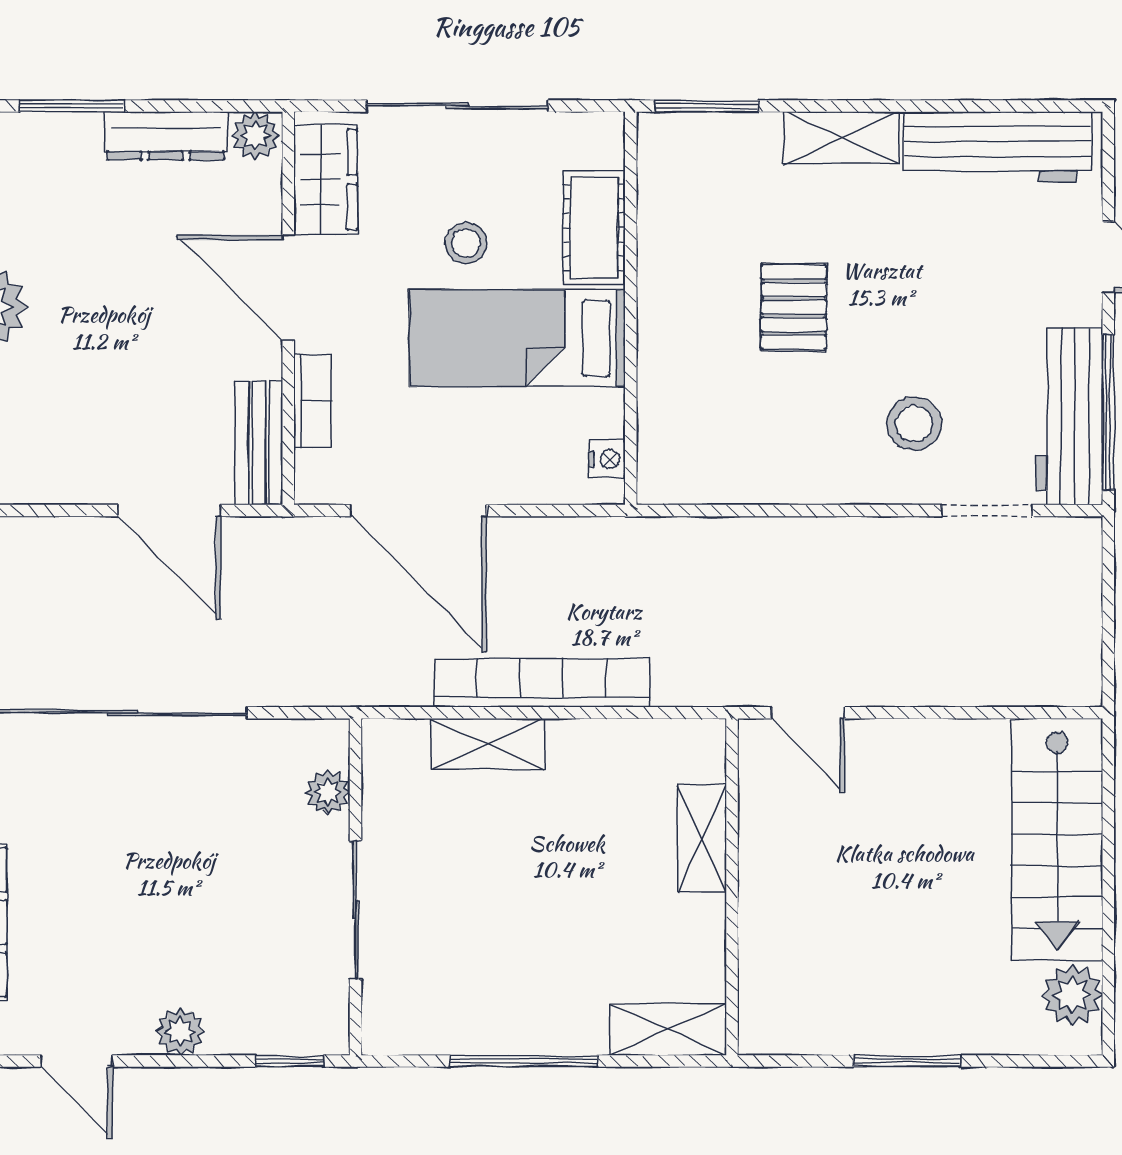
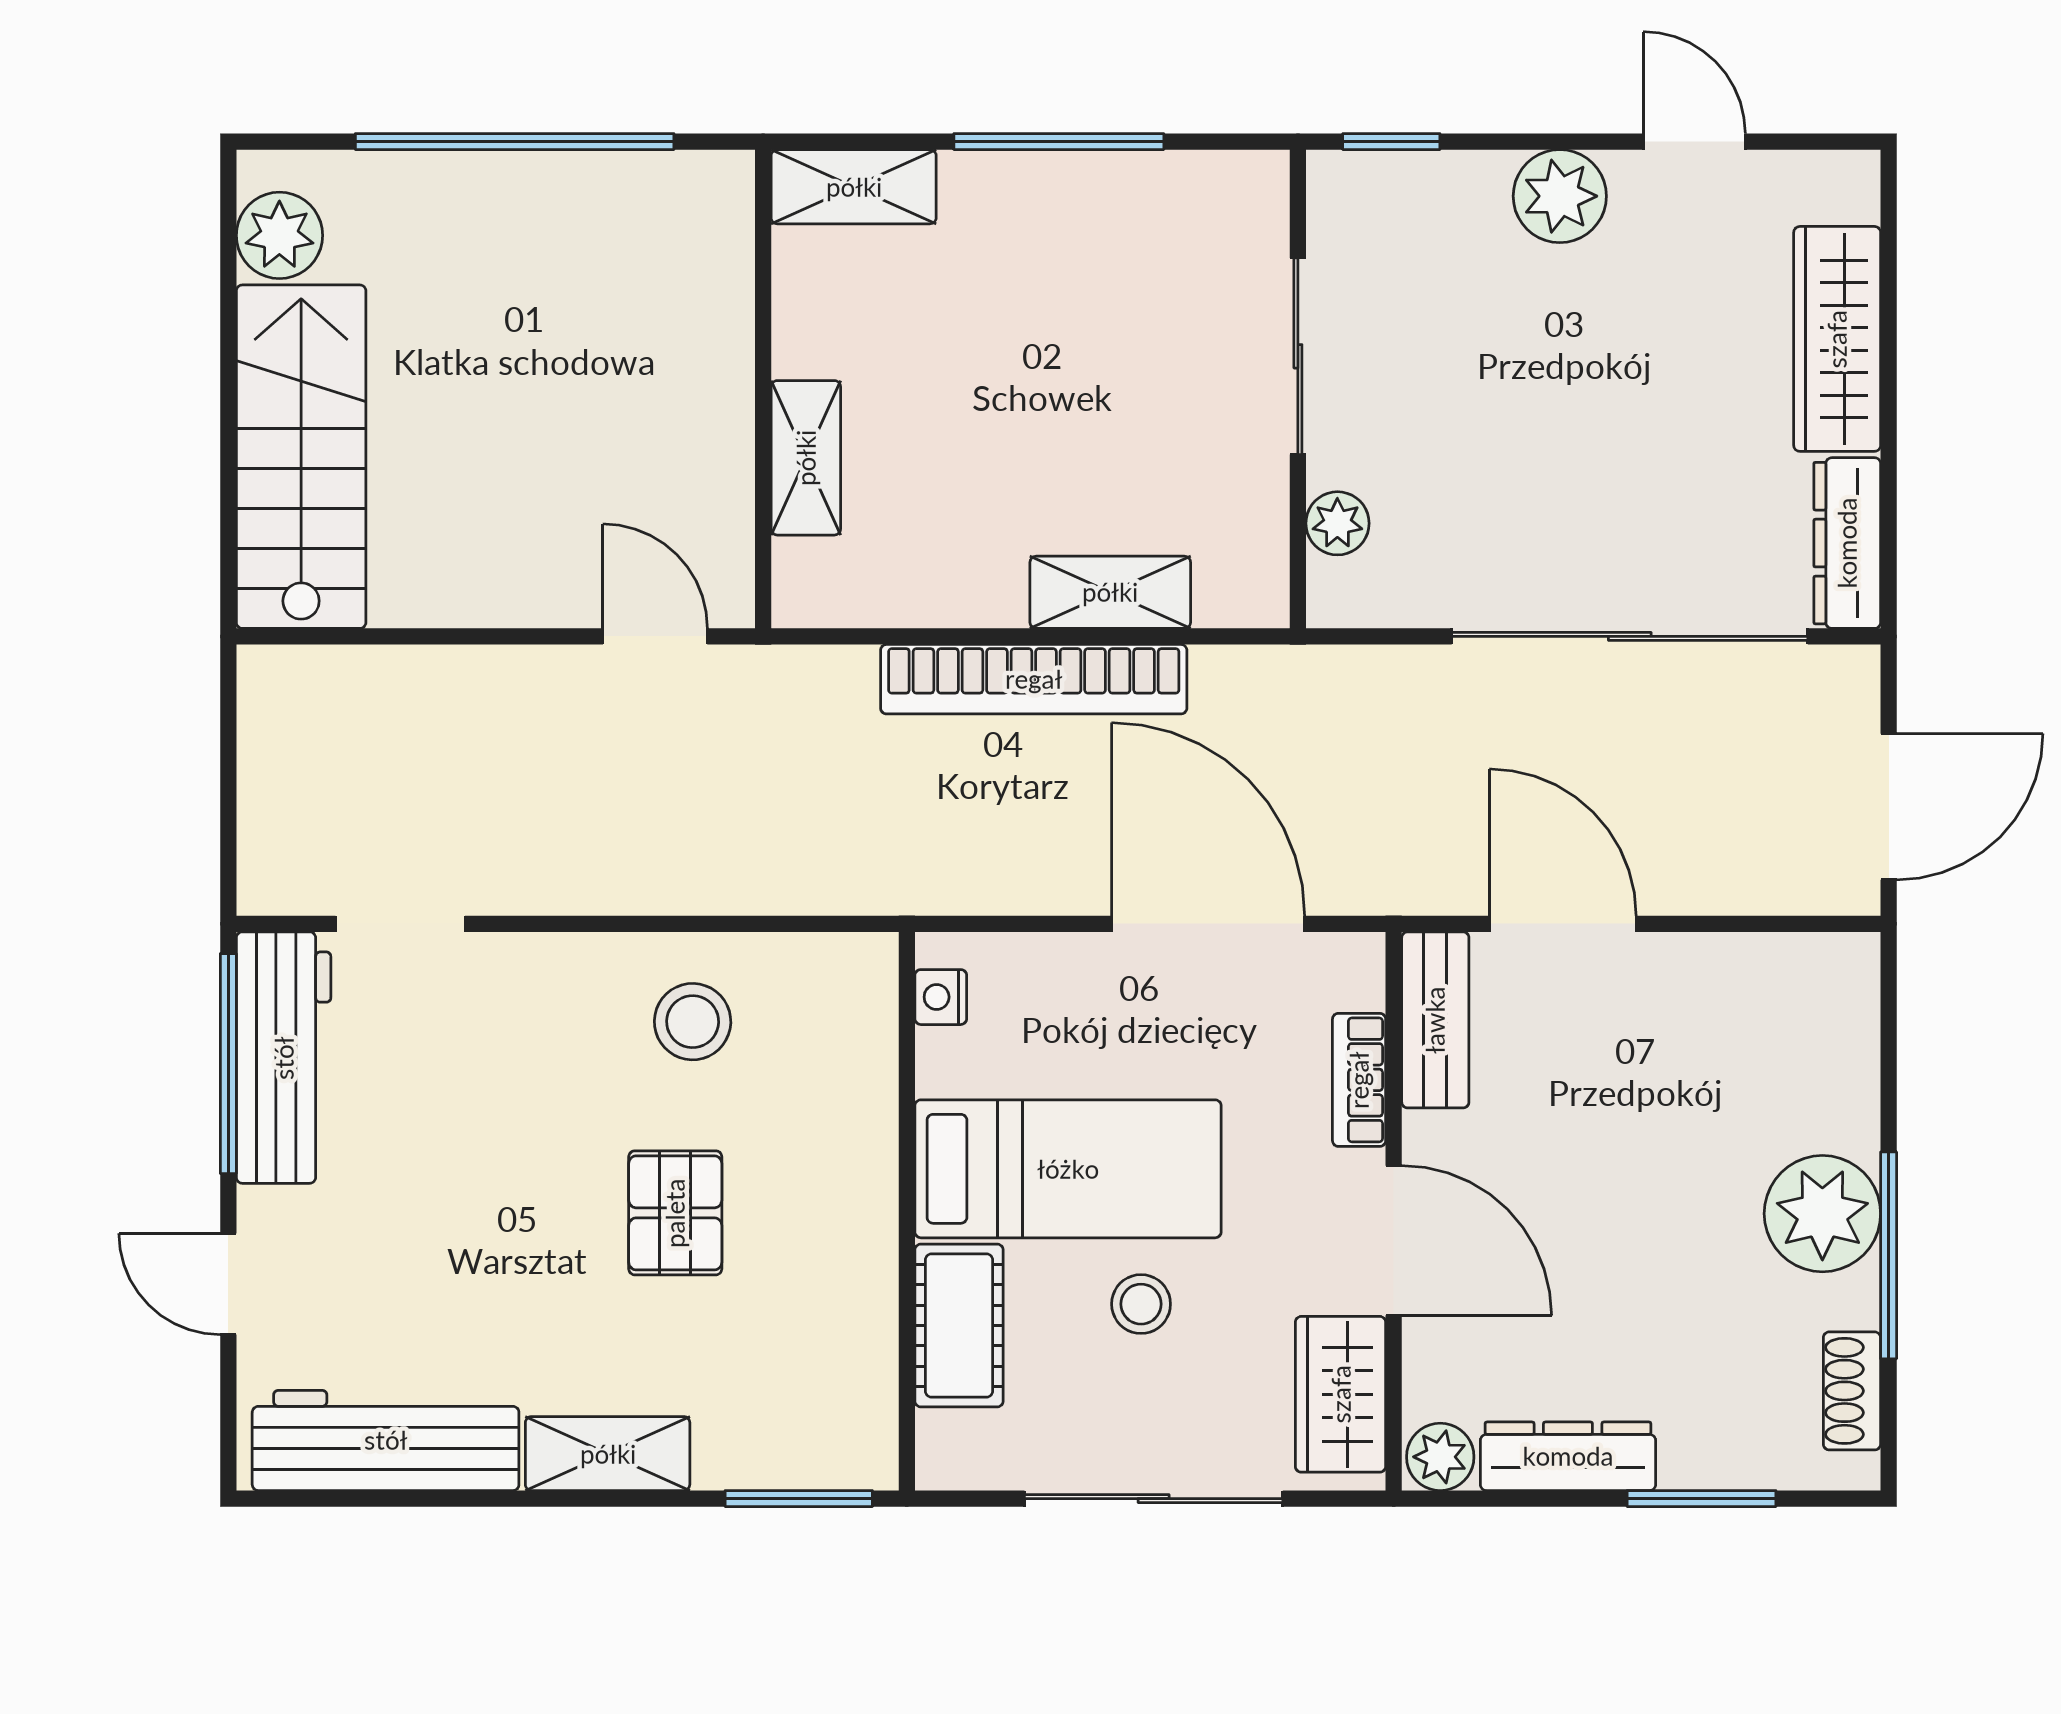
stool: (914, 423) -> (693, 1022), moved
plant: (180, 1032) -> (1560, 196), width x1.38, depth x1.38
window: (907, 1061) -> (515, 142), width x2.11

